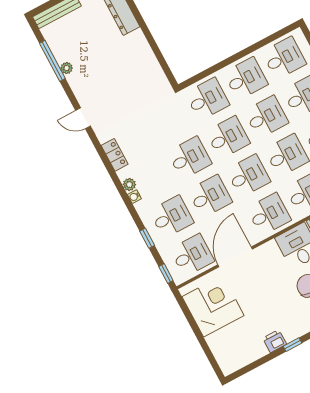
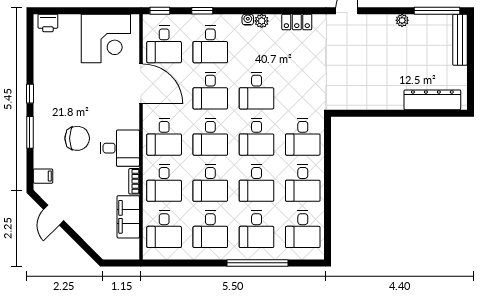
window: (52, 61) -> (437, 11), moved
printer: (275, 341) -> (48, 23), moved, turned 90

